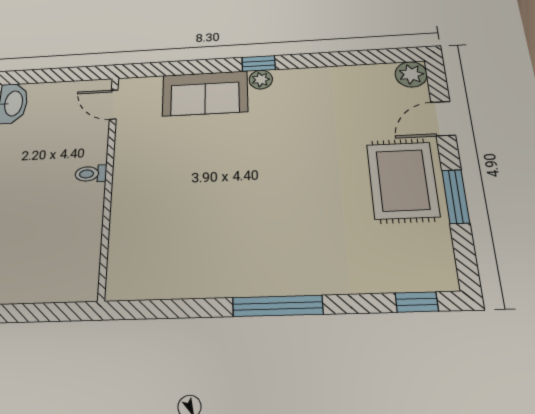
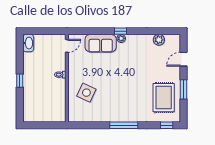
plant: (411, 74) -> (159, 40), moved
door: (114, 105) -> (67, 46), swing flipped
rug: (403, 180) -> (164, 98), moved
side table: (163, 217) -> (86, 93), added

